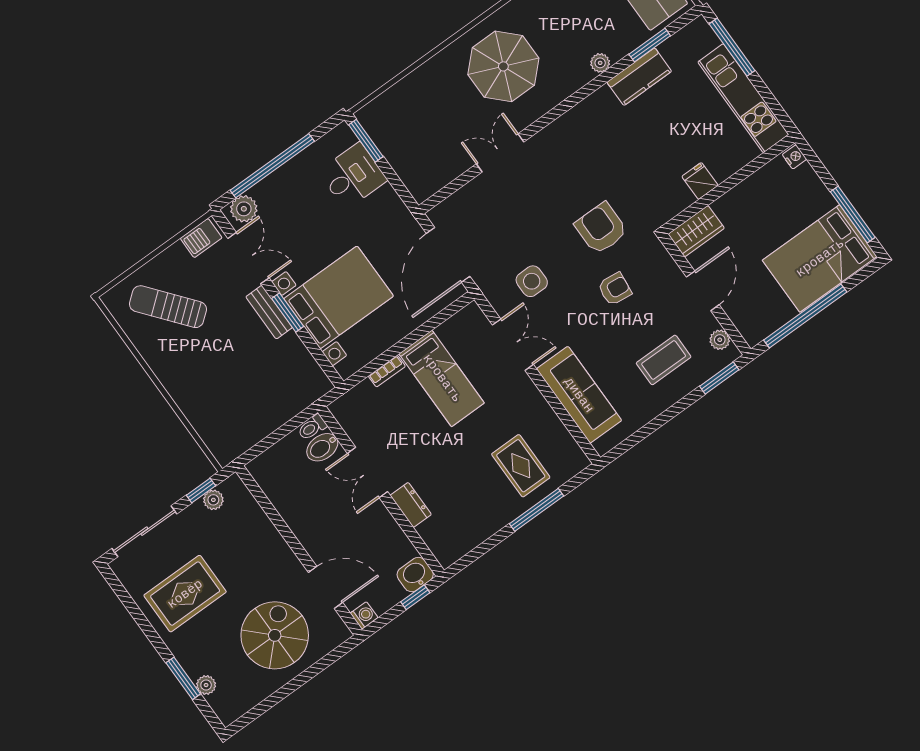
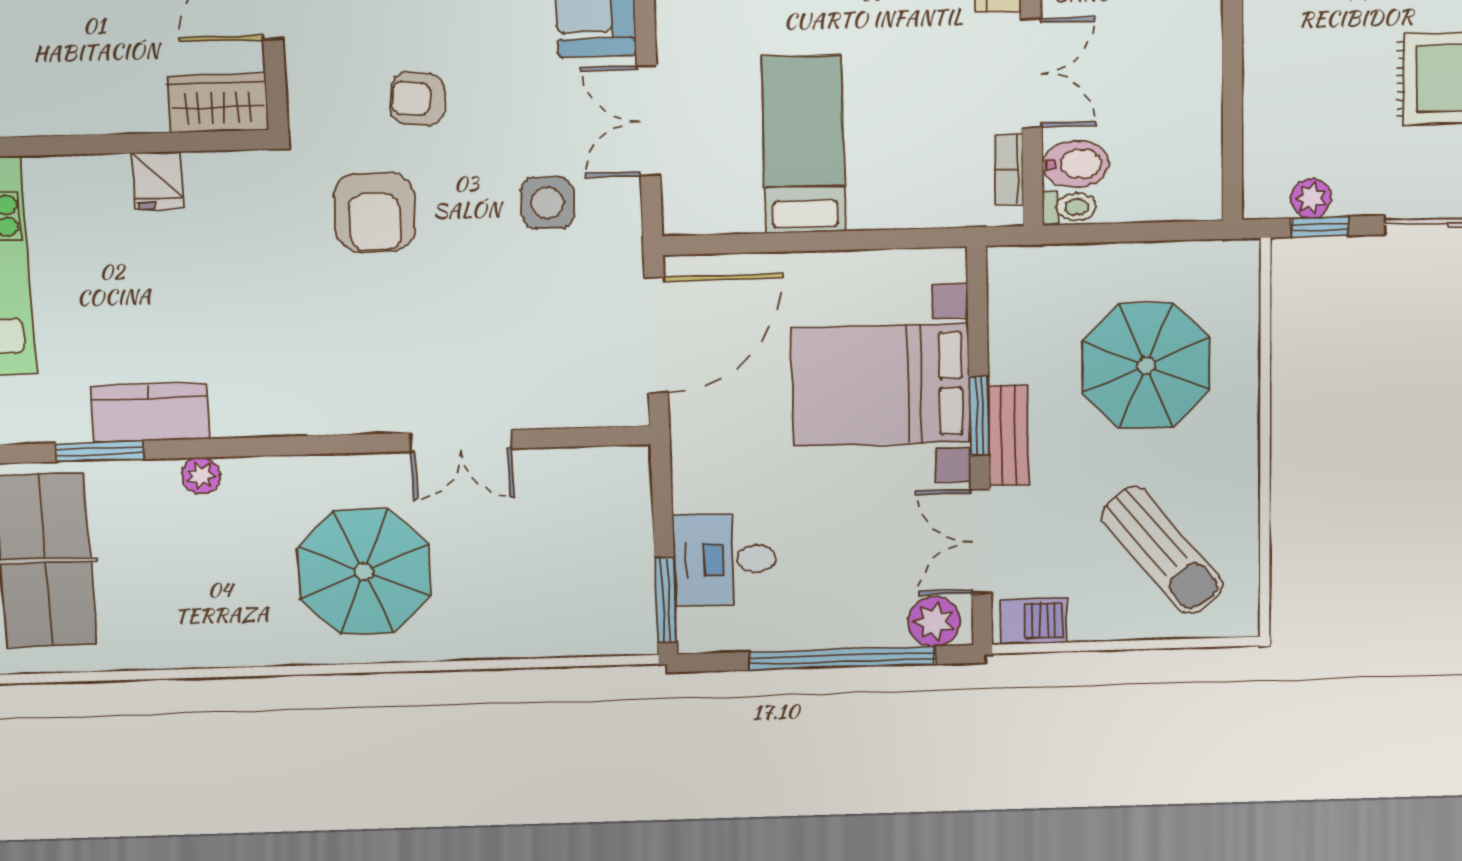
bookcase: (387, 371) -> (1009, 169), moved, turned -90
parasol: (232, 382) -> (1146, 366), added

